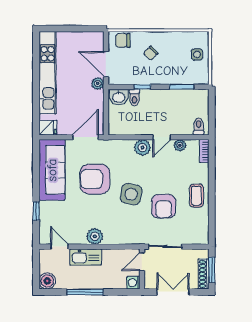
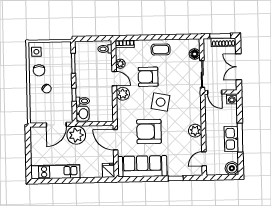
chair: (123, 40) -> (39, 70), moved
side table: (197, 54) -> (36, 52), moved
kitchen unit: (48, 73) -> (55, 172), width x0.73
plant: (98, 83) -> (76, 135), width x1.88, depth x1.88
armchair: (95, 179) -> (149, 131), turned 90
armchair: (164, 206) -> (148, 77), moved, turned 180
floor lamp: (190, 238) -> (195, 54), added
kitchen sink: (86, 257) -> (231, 139), moved, turned 180

